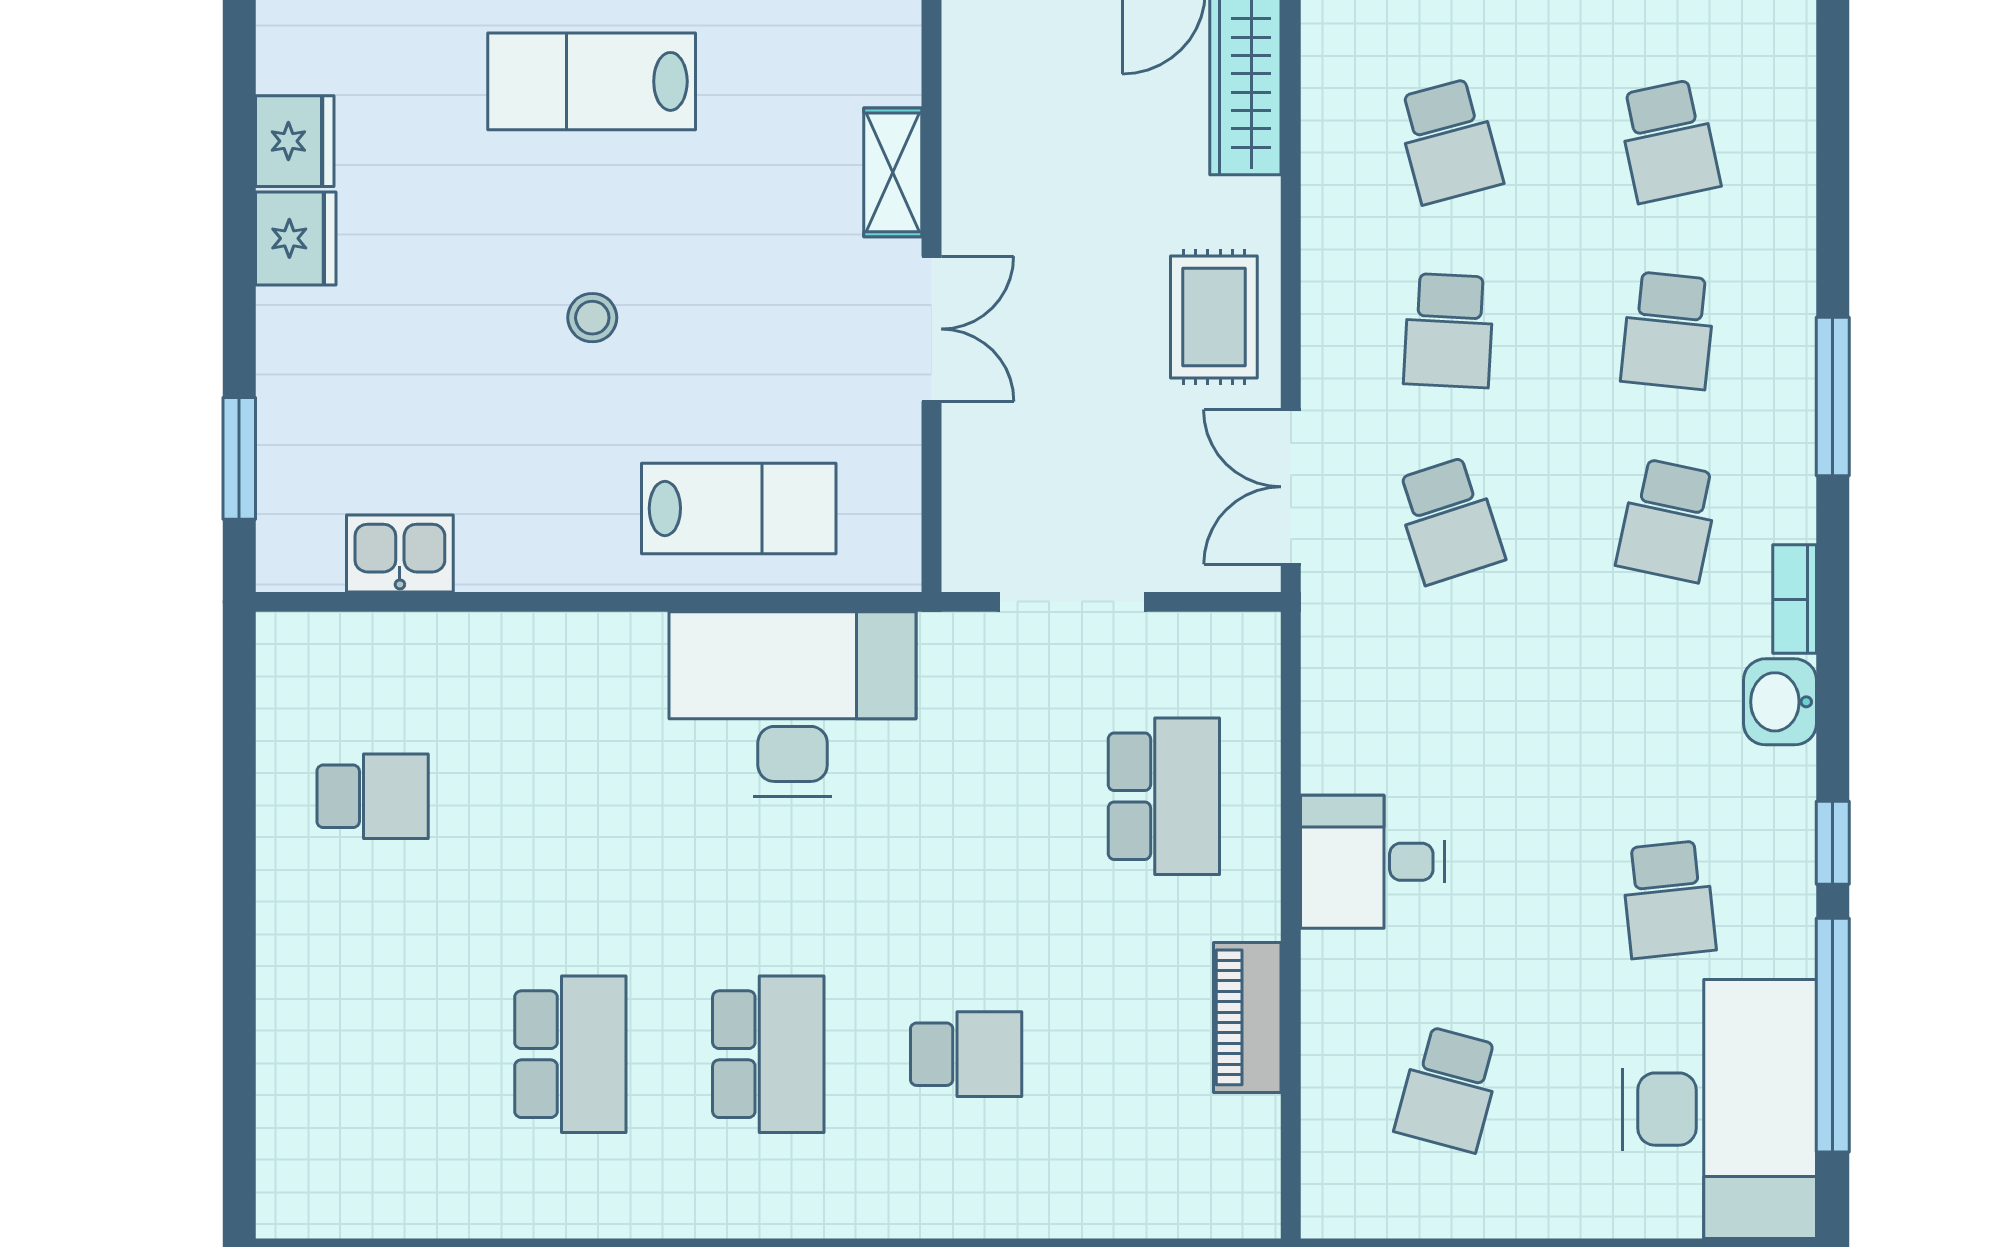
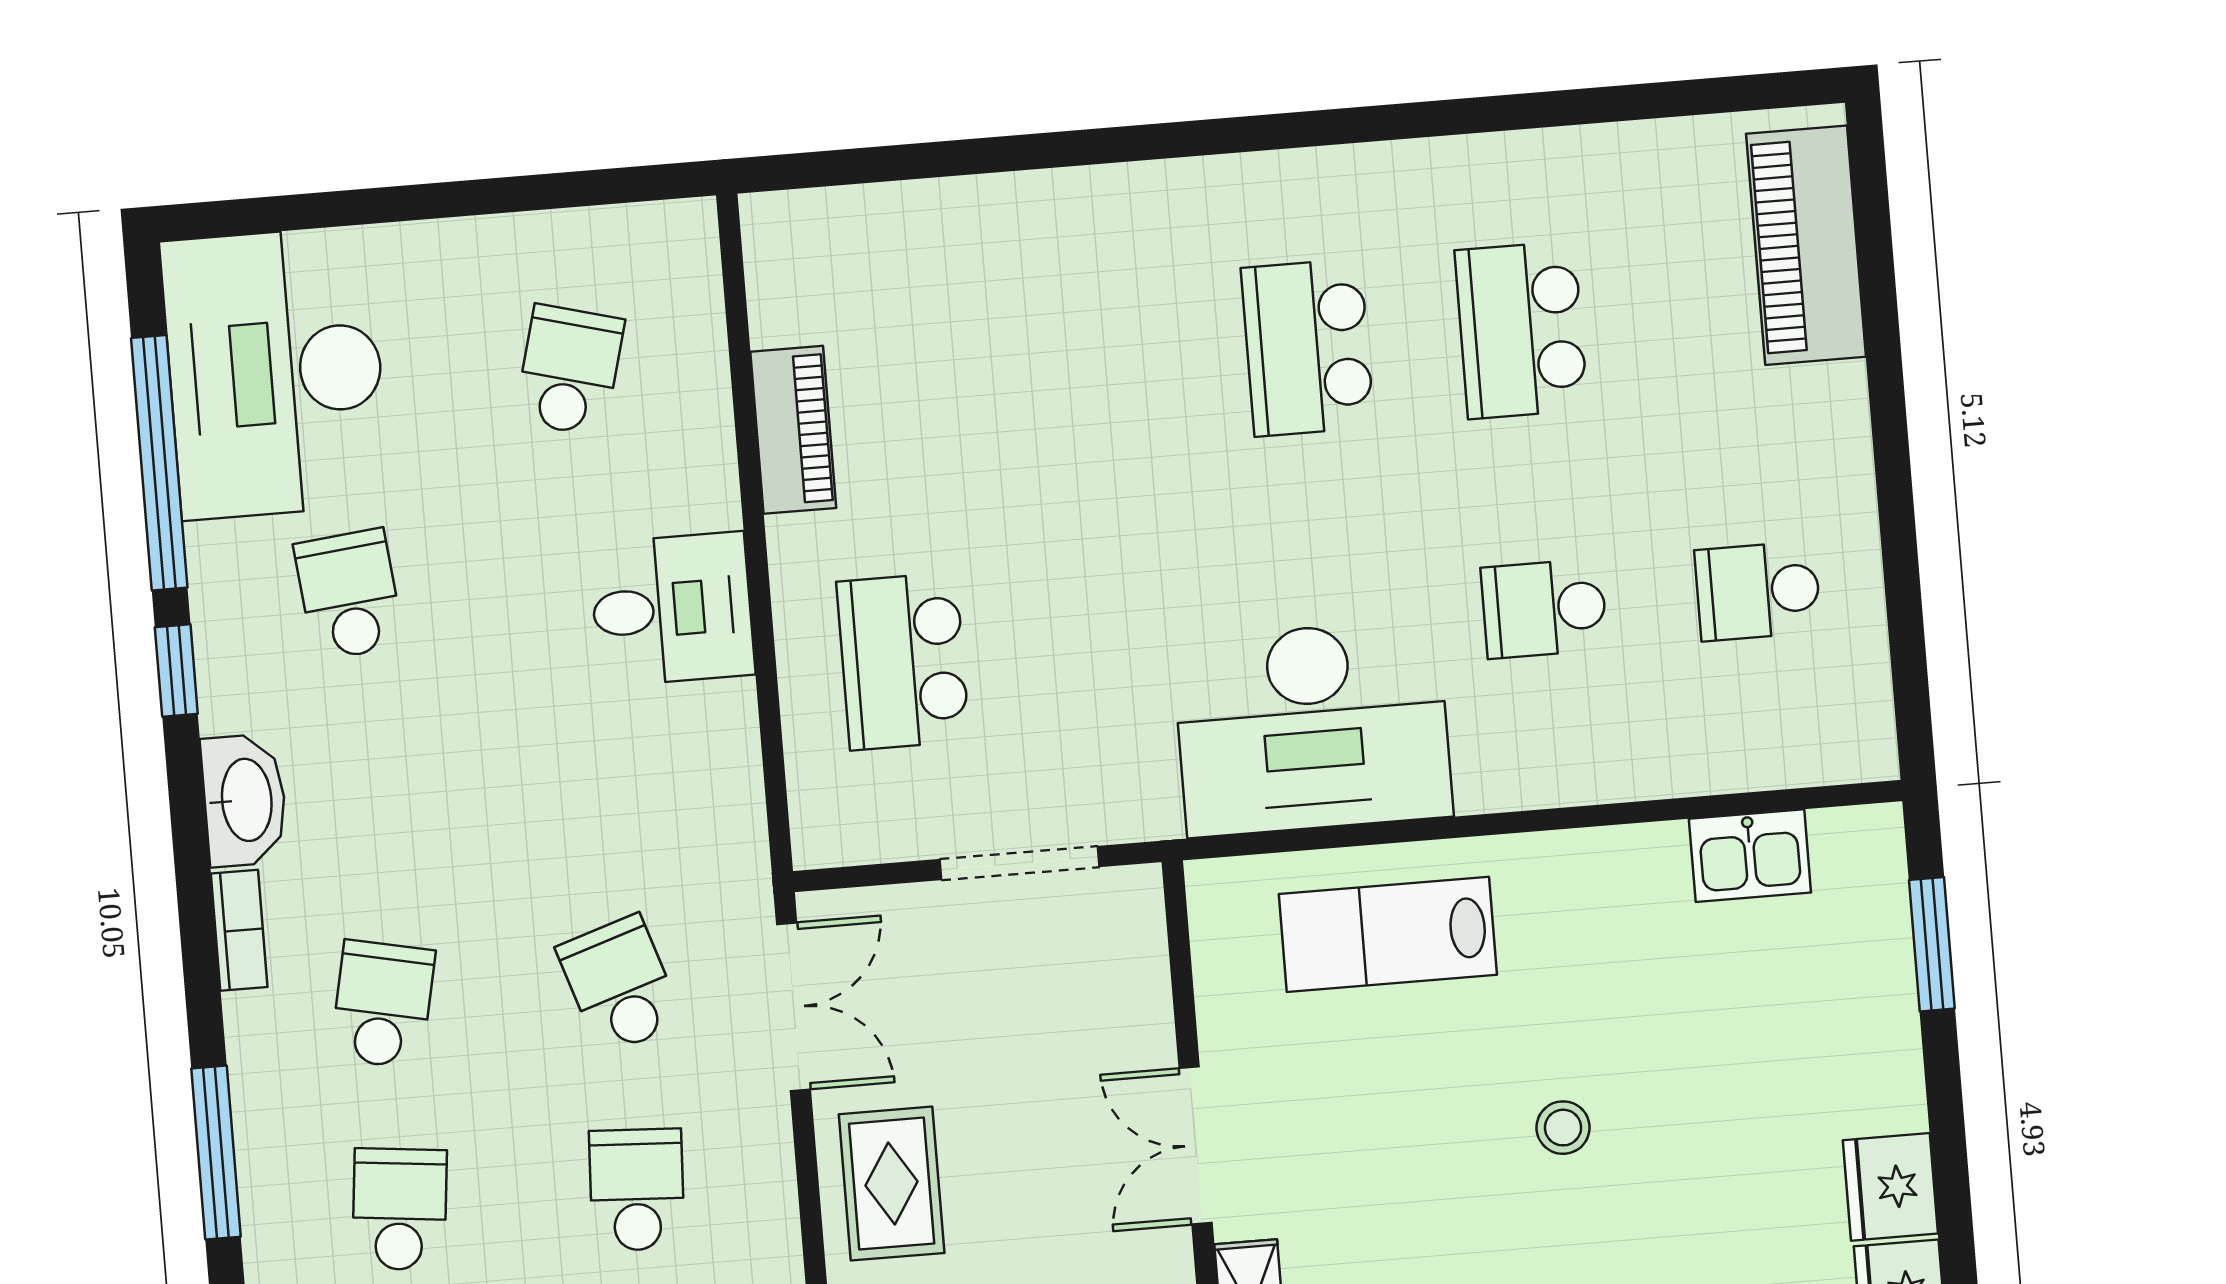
washbasin: (1780, 702) -> (244, 800), width x1.38
school desk: (966, 1054) -> (1544, 609), moved
piano: (302, 1111) -> (1806, 245), added

